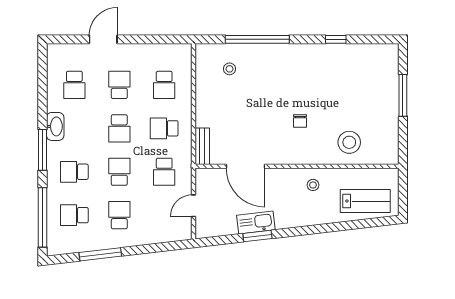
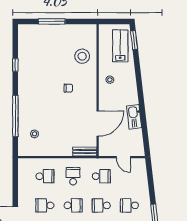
school desk: (164, 128) -> (73, 176), turned 180
window: (257, 236) -> (134, 40), moved

